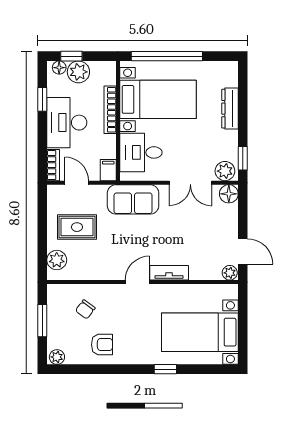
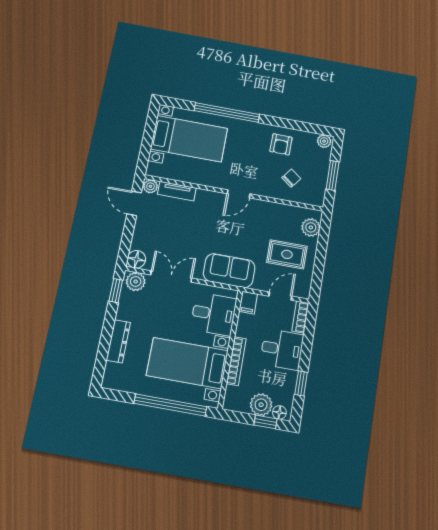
desk: (67, 123) -> (282, 349), width x0.73
door: (77, 183) -> (280, 296), swing flipped
tv unit: (169, 273) -> (177, 191), moved
armchair: (102, 345) -> (281, 144), turned -89
window: (165, 369) -> (227, 112), width x3.17

